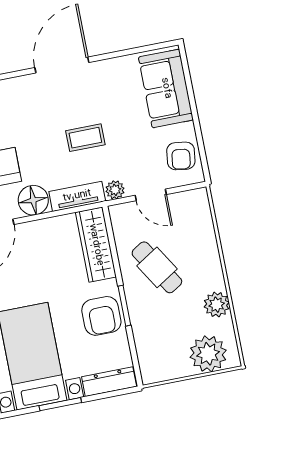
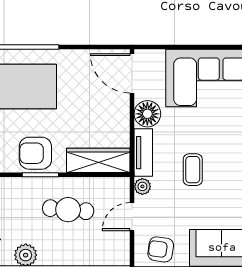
cafe table: (157, 267) -> (68, 210), turned 37

